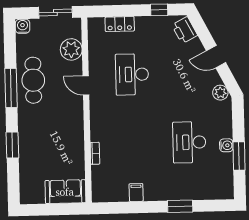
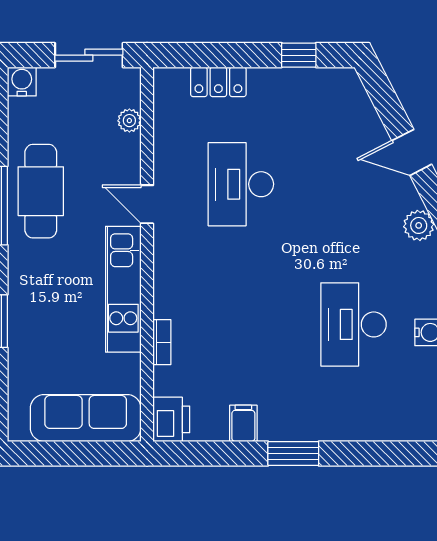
printer: (185, 30) -> (171, 419), moved, turned -153
plant: (71, 49) -> (129, 121), width x0.53, depth x0.53
kitchen unit: (75, 128) -> (123, 289), added
sofa: (65, 192) -> (86, 418), width x1.36
window: (180, 206) -> (293, 454), moved

